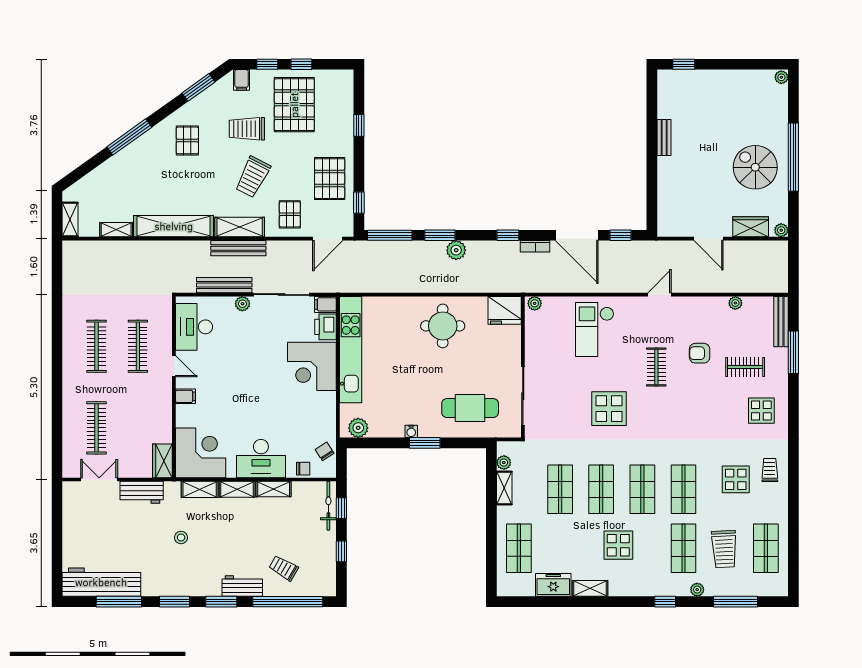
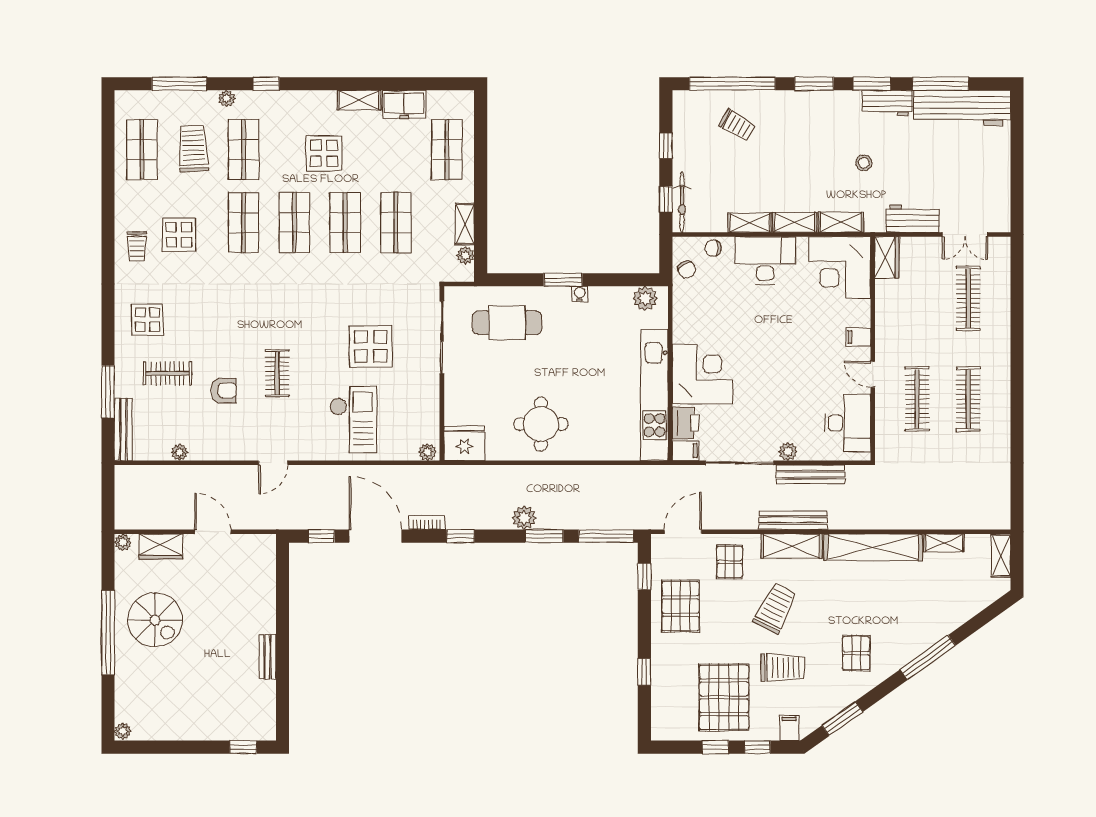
display table: (609, 409) -> (371, 346), moved
workbench: (242, 586) -> (887, 103), moved

